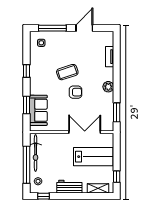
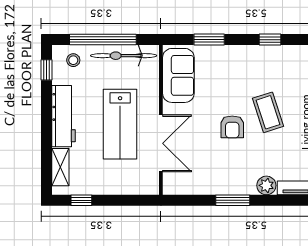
plant: (108, 87) -> (266, 185), moved
sofa: (38, 110) -> (178, 75), moved, turned -90
window: (117, 112) -> (233, 200), moved
lab bench: (93, 157) -> (120, 124), moved
workbench: (69, 187) -> (64, 116), width x1.38

